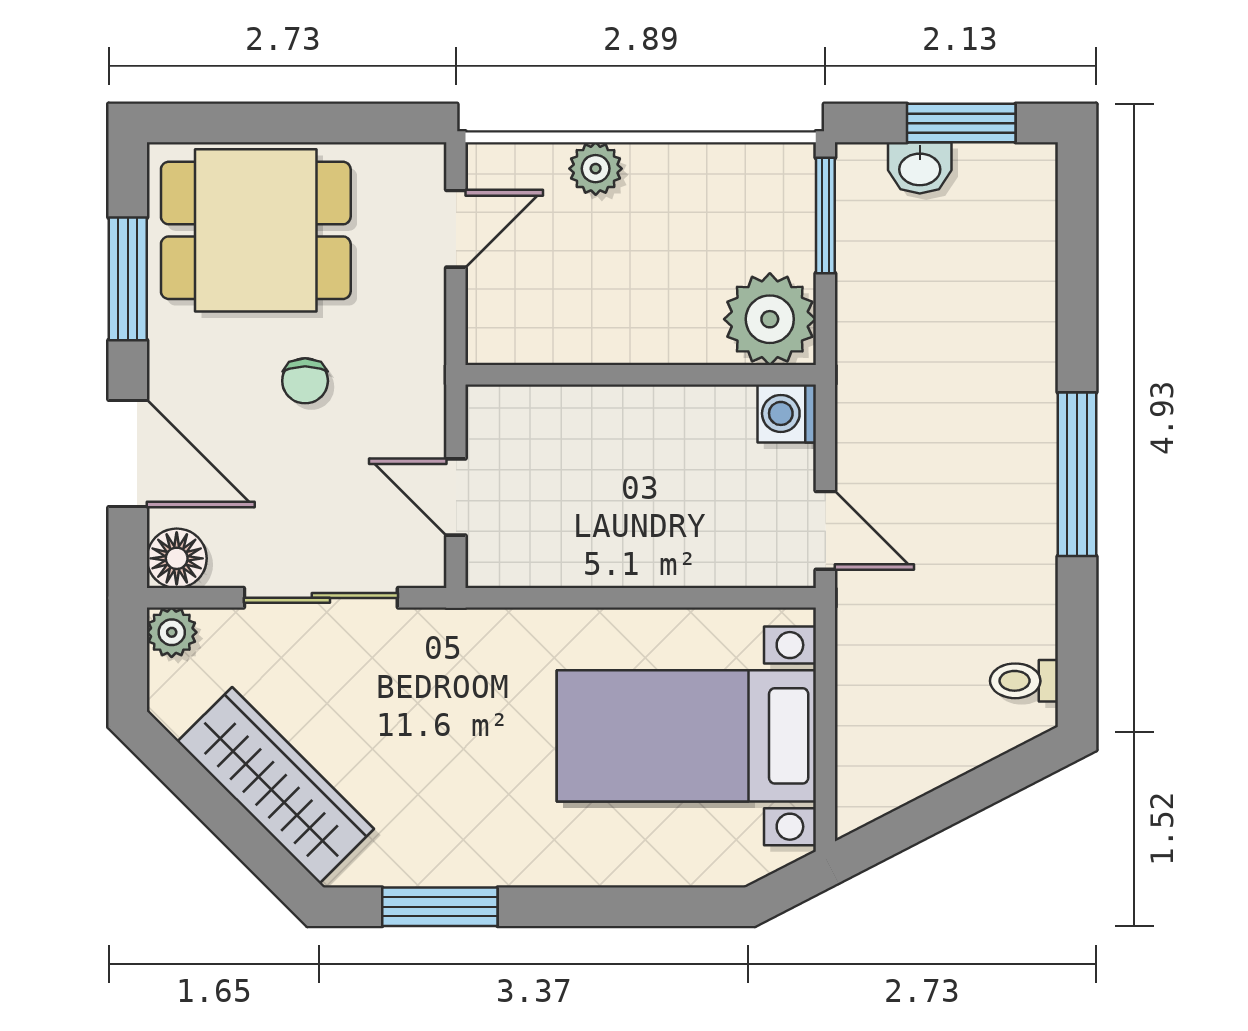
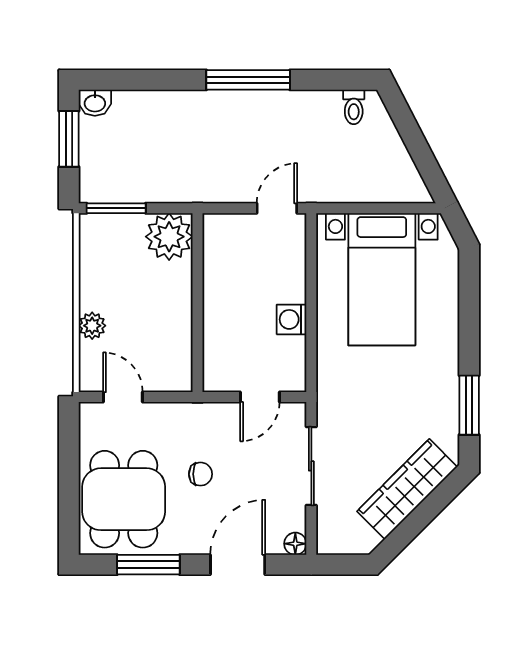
washbasin: (920, 168) -> (95, 103), moved, turned 90
washing machine: (787, 413) -> (292, 319), moved, turned 90
floor lamp: (177, 558) -> (295, 544), width x0.73, depth x0.73
plant: (172, 632) -> (329, 542), removed

